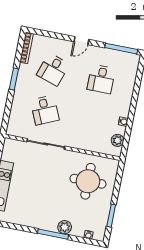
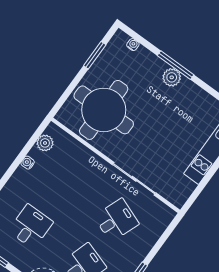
desk: (45, 110) -> (116, 220), turned 45
round table: (88, 181) -> (104, 110), width x1.36, depth x1.36
plant: (65, 227) -> (172, 77), moved

